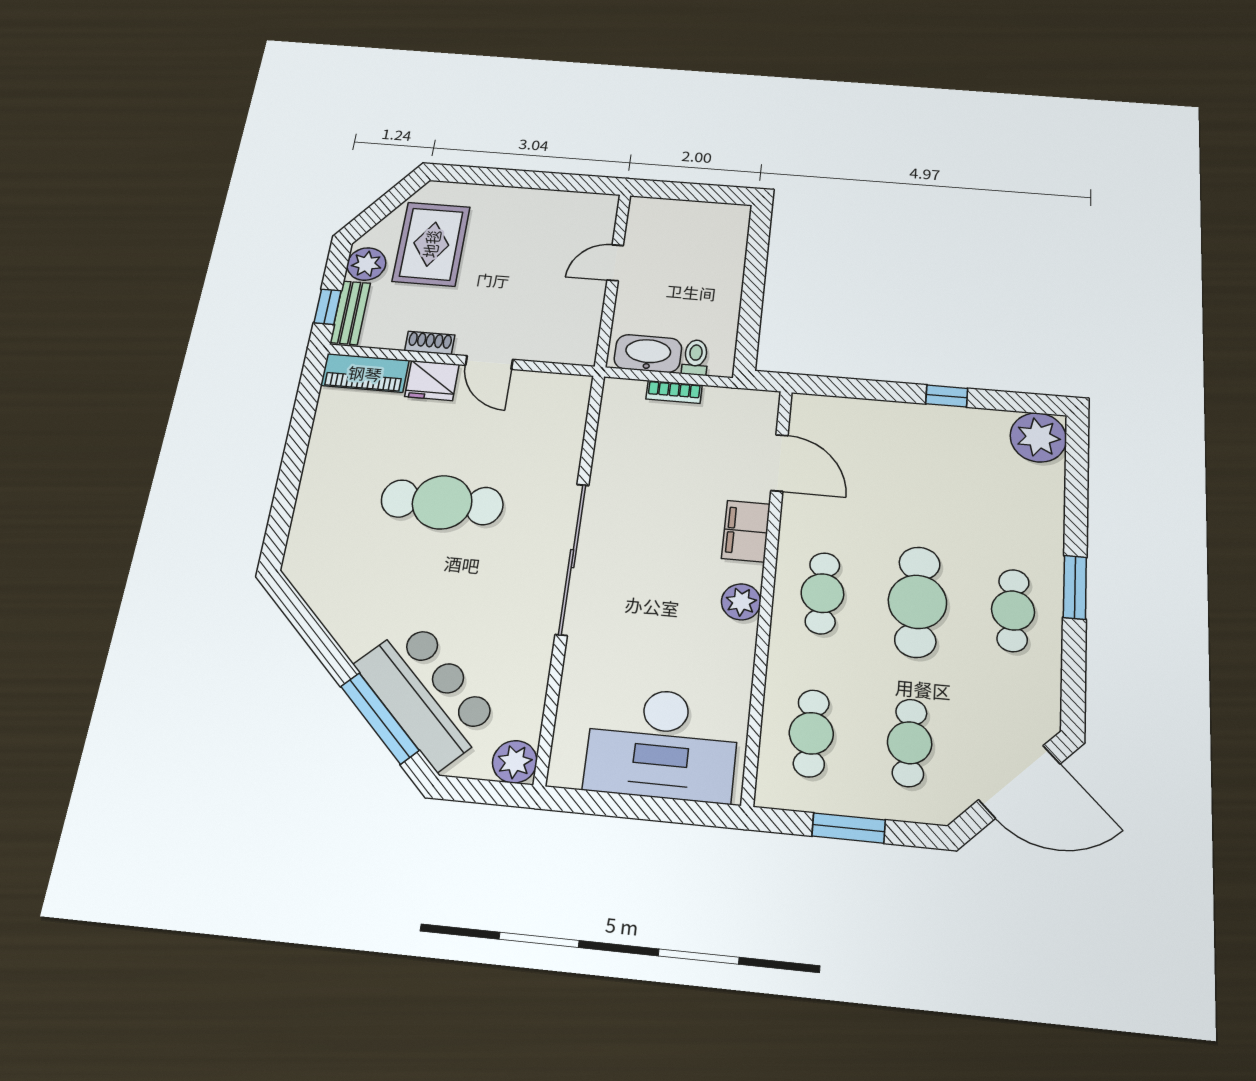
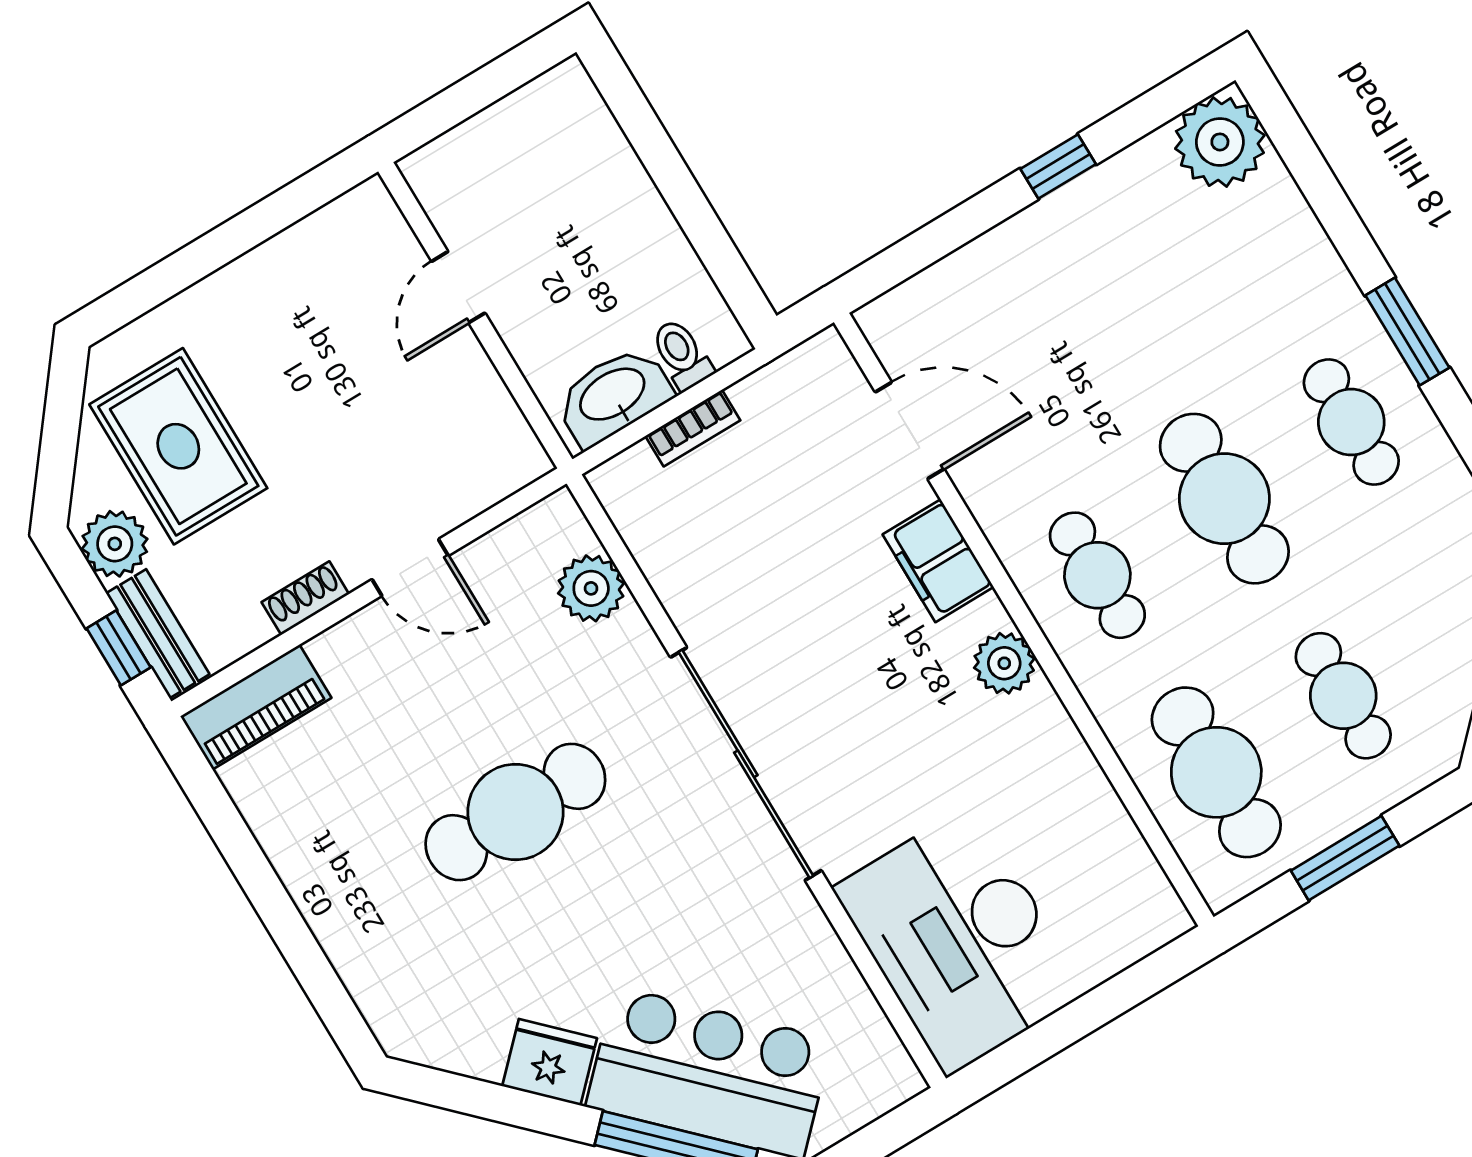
fridge: (432, 381) -> (550, 1062), moved, turned -135
cafe table: (811, 733) -> (1216, 772), width x1.37, depth x1.35
desk: (662, 744) -> (960, 940), moved, turned 90
plant: (515, 762) -> (591, 588), moved

